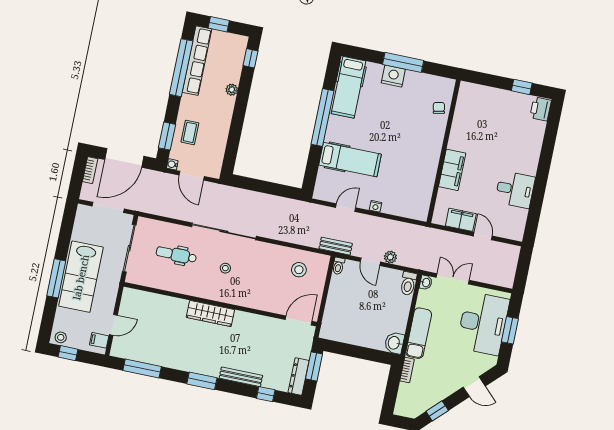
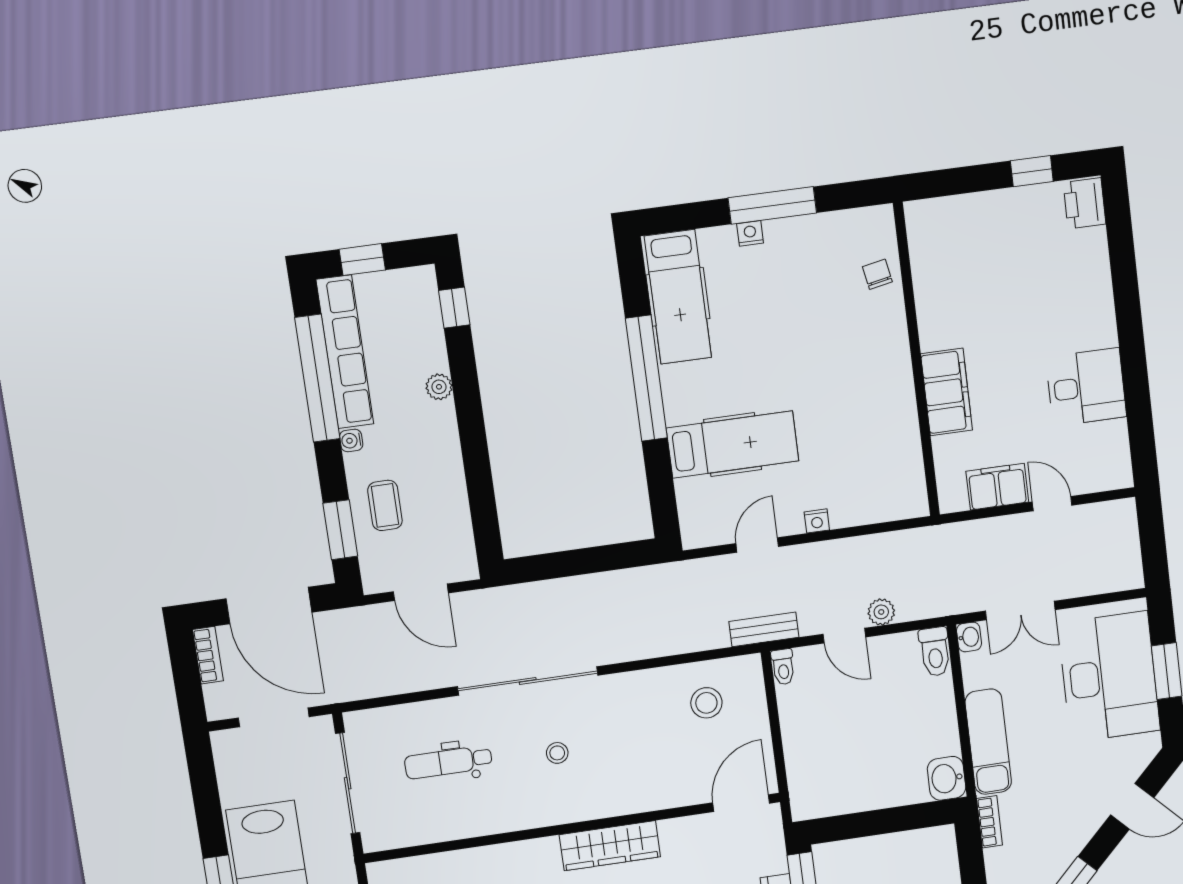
nightstand: (393, 76) -> (750, 233), width x0.53, depth x0.56
door: (124, 158) -> (269, 605), hinge flipped
water cooler: (172, 164) -> (351, 440), moved
double door: (453, 279) -> (1020, 610), swing flipped
wardrobe: (210, 314) -> (610, 846), moved

